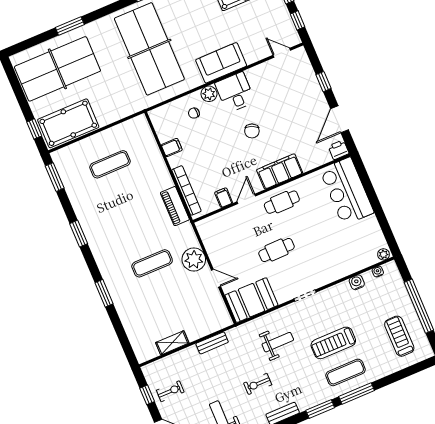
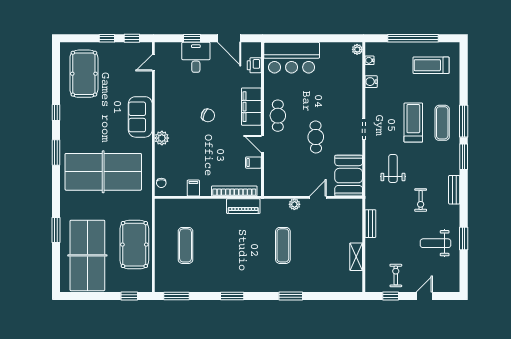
desk: (235, 92) -> (196, 57), moved, turned 90
chair: (194, 113) -> (161, 183), moved
pool table: (68, 123) -> (134, 245), moved
printer: (339, 150) -> (254, 65), moved
plant: (194, 260) -> (294, 204), width x0.53, depth x0.53
treadmill: (333, 343) -> (413, 123), turned 180

